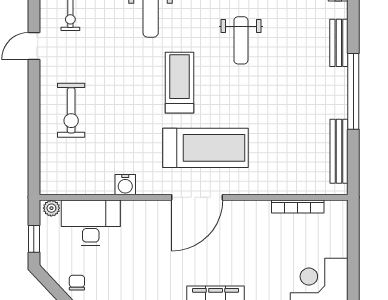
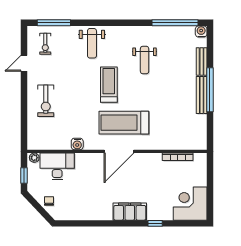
treadmill: (206, 148) -> (124, 123), turned 180
bench: (339, 151) -> (202, 95), moved

